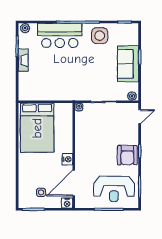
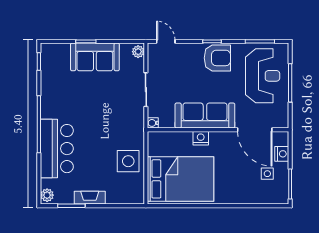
side table: (100, 36) -> (128, 161), moved
sofa: (84, 146) -> (205, 116), added
nightstand: (67, 159) -> (201, 138), moved
nightstand: (67, 203) -> (282, 154), moved

